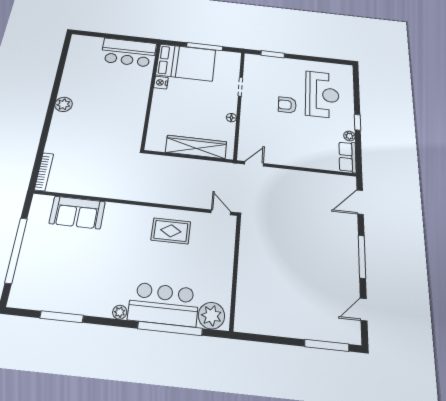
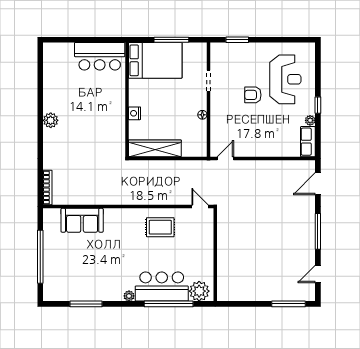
nightstand: (161, 83) -> (135, 113), moved
wardrobe: (196, 147) -> (155, 148), moved

